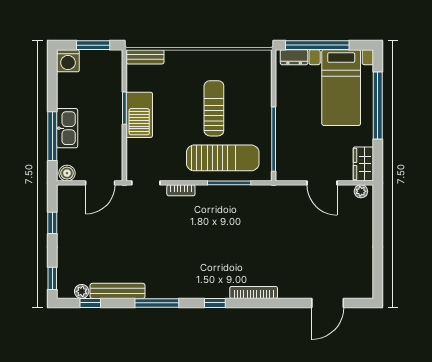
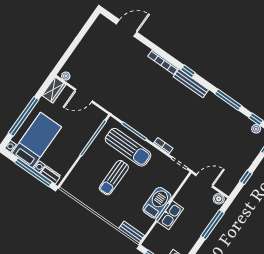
kitchen sink: (67, 128) -> (170, 215), moved, turned 180
sun lounger: (223, 158) -> (128, 147), turned 180
door: (322, 183) -> (84, 96), swing flipped
bench: (118, 291) -> (191, 83), moved
window: (157, 303) -> (228, 100), moved

